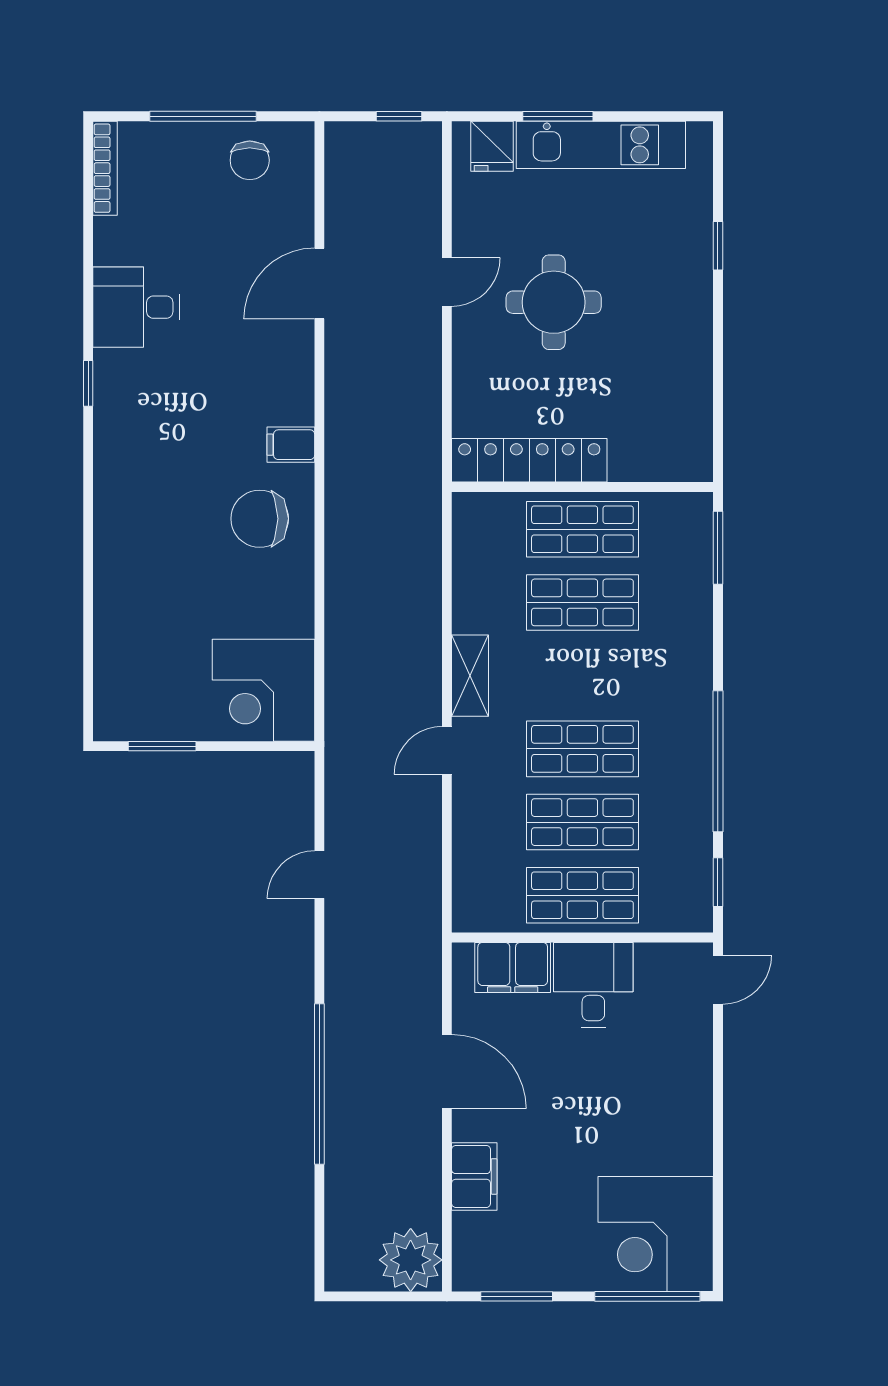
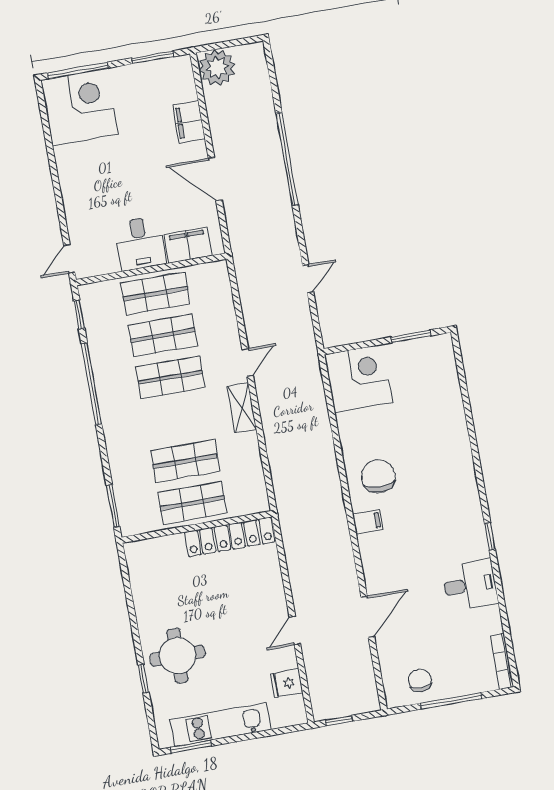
window: (558, 116) -> (191, 747), moved
fridge: (492, 146) -> (286, 683), moved, turned -90
round table: (554, 302) -> (178, 656), moved
chair: (260, 519) -> (378, 476), turned -90

